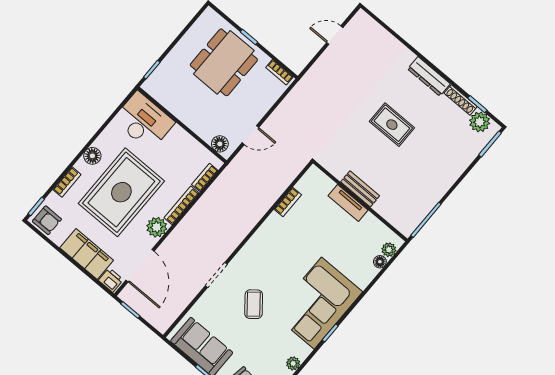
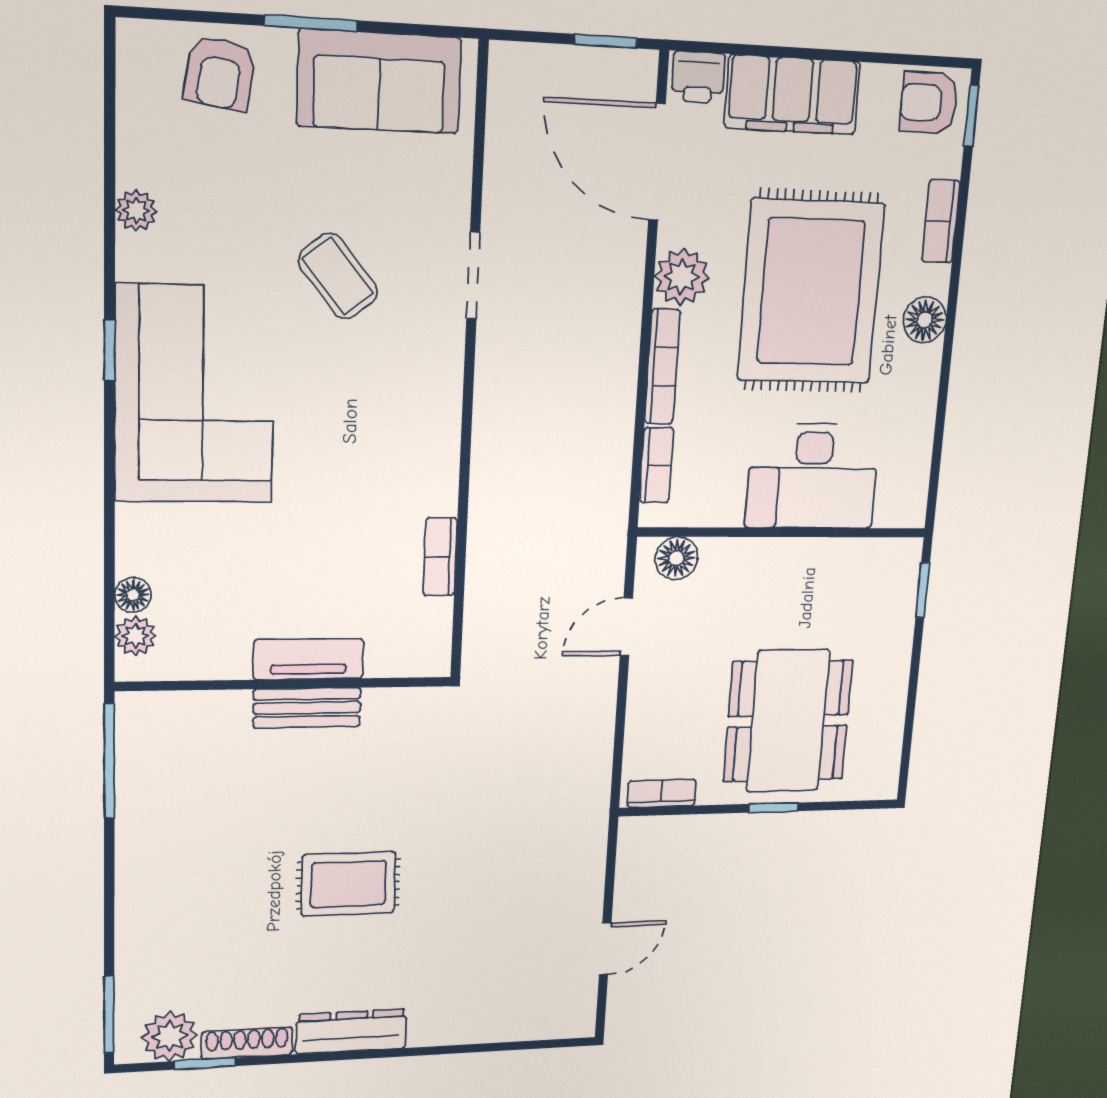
desk: (144, 121) -> (812, 476), moved

